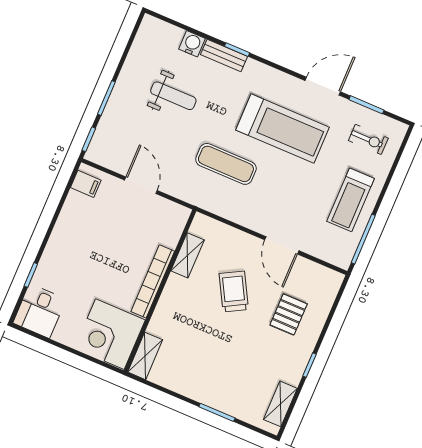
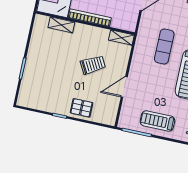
shelving: (188, 255) -> (121, 38), moved
pallet: (289, 314) -> (82, 108), moved
shelving: (145, 356) -> (61, 25), moved
shelving: (280, 404) -> (34, 103), removed

